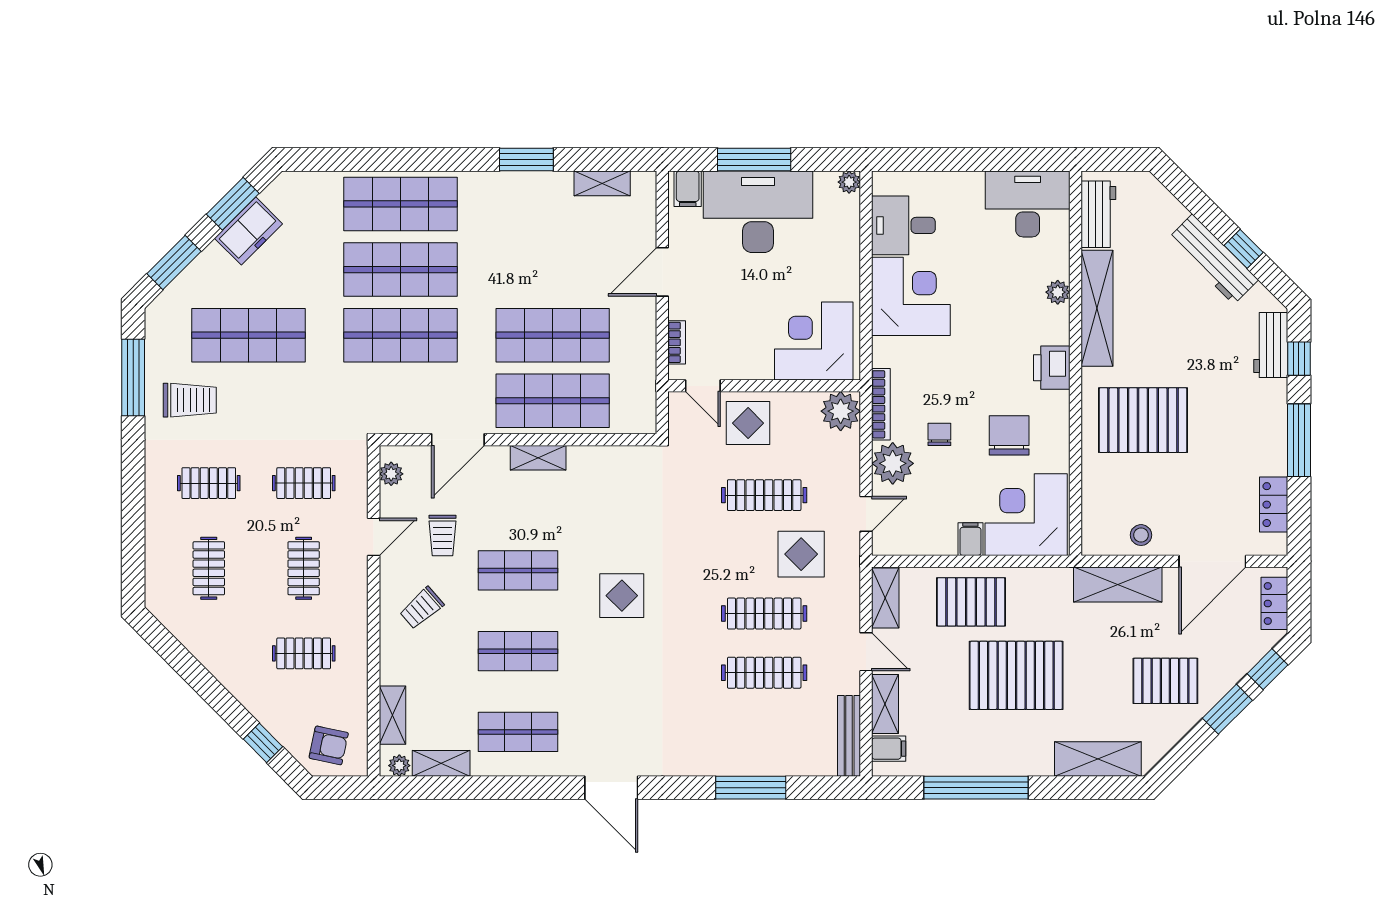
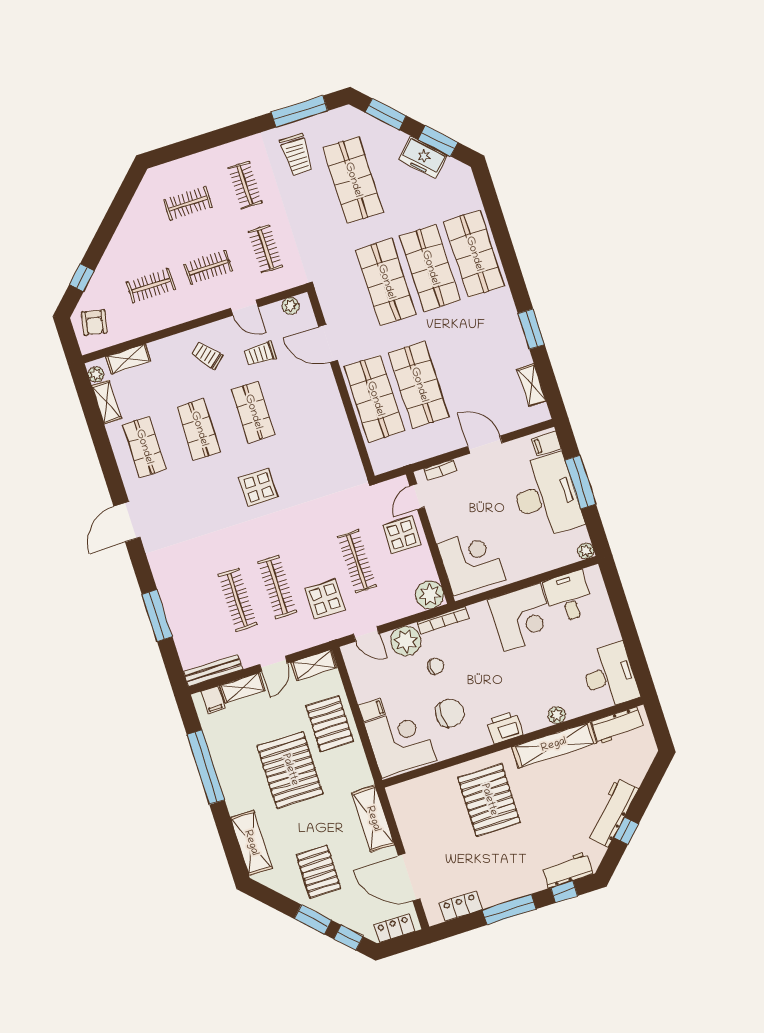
shelving: (538, 458) -> (333, 401), removed
stool: (1141, 535) -> (411, 824), removed
clothes rail: (304, 653) -> (151, 286), turned 90

